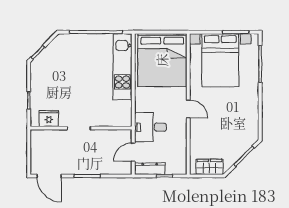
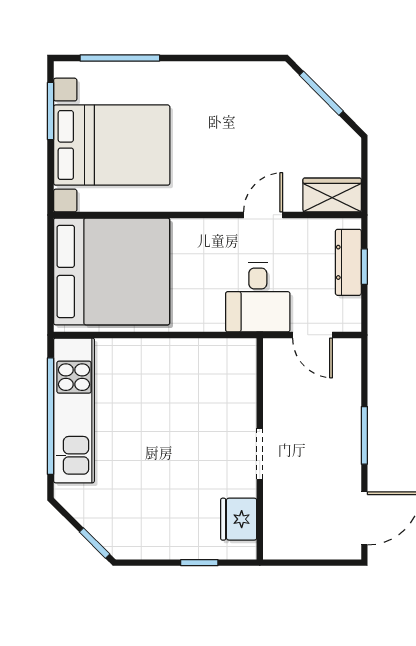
kitchen unit: (122, 67) -> (74, 410), moved, turned -90
door: (188, 109) -> (263, 215), moved
wardrobe: (209, 167) -> (332, 195), moved, turned 90
dresser: (150, 169) -> (348, 262), moved

